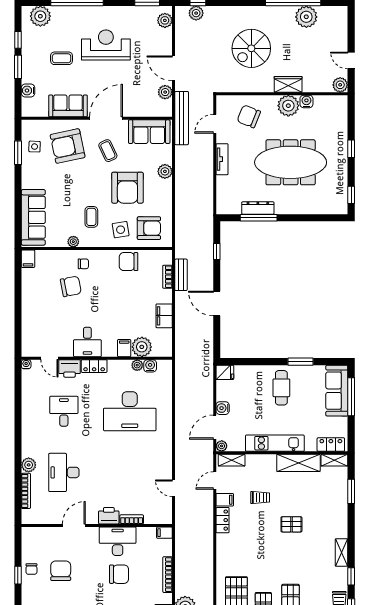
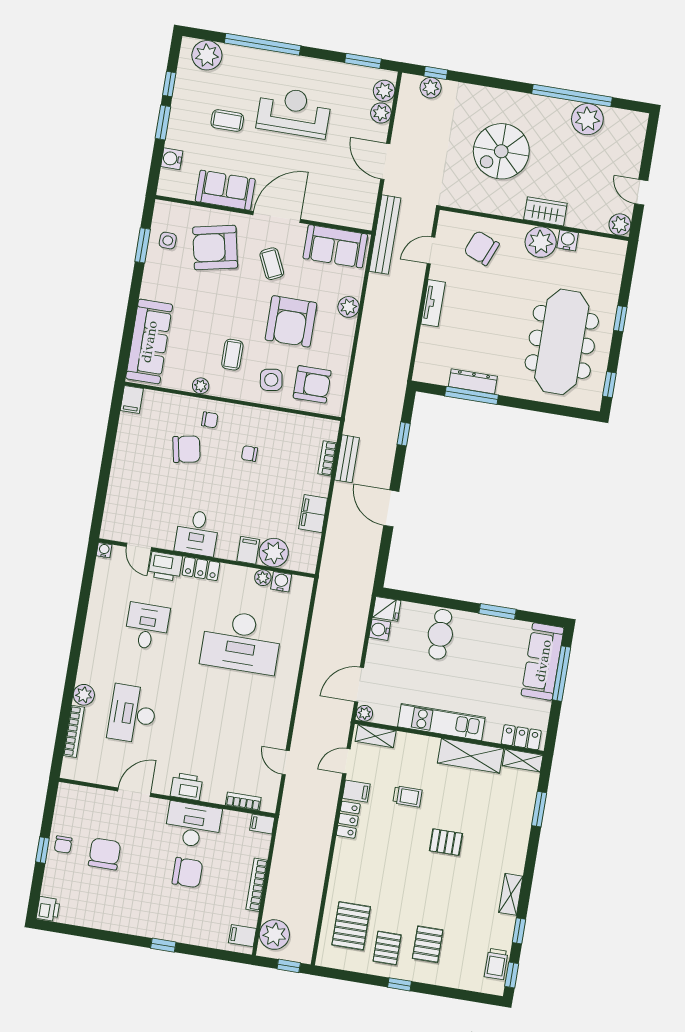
plant: (165, 92) -> (381, 113), moved
meeting table: (291, 162) -> (562, 342), moved, turned 90
chair: (129, 262) -> (249, 454), moved, width x0.54, depth x0.54
cafe table: (281, 388) -> (440, 634), moved
water cooler: (223, 408) -> (380, 630), moved
bookcase: (132, 519) -> (243, 801), moved

